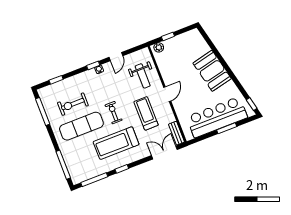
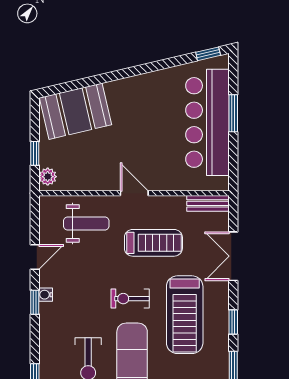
door: (116, 57) -> (35, 257), hinge flipped
booth: (212, 71) -> (75, 111), moved
treadmill: (146, 113) -> (153, 243), turned 180
double door: (164, 152) -> (233, 256), moved

